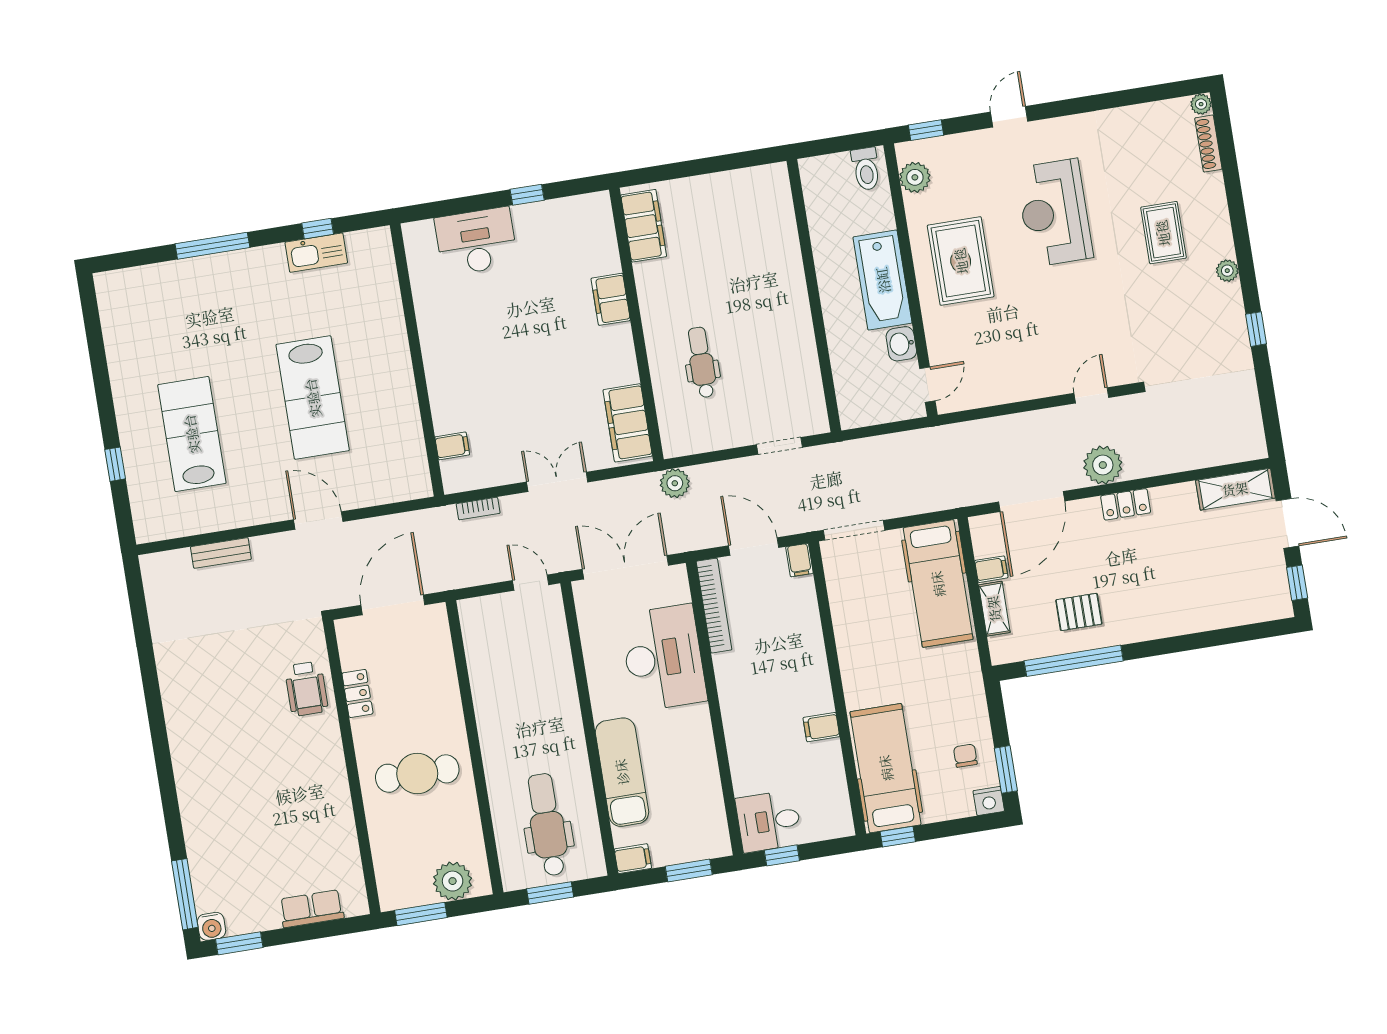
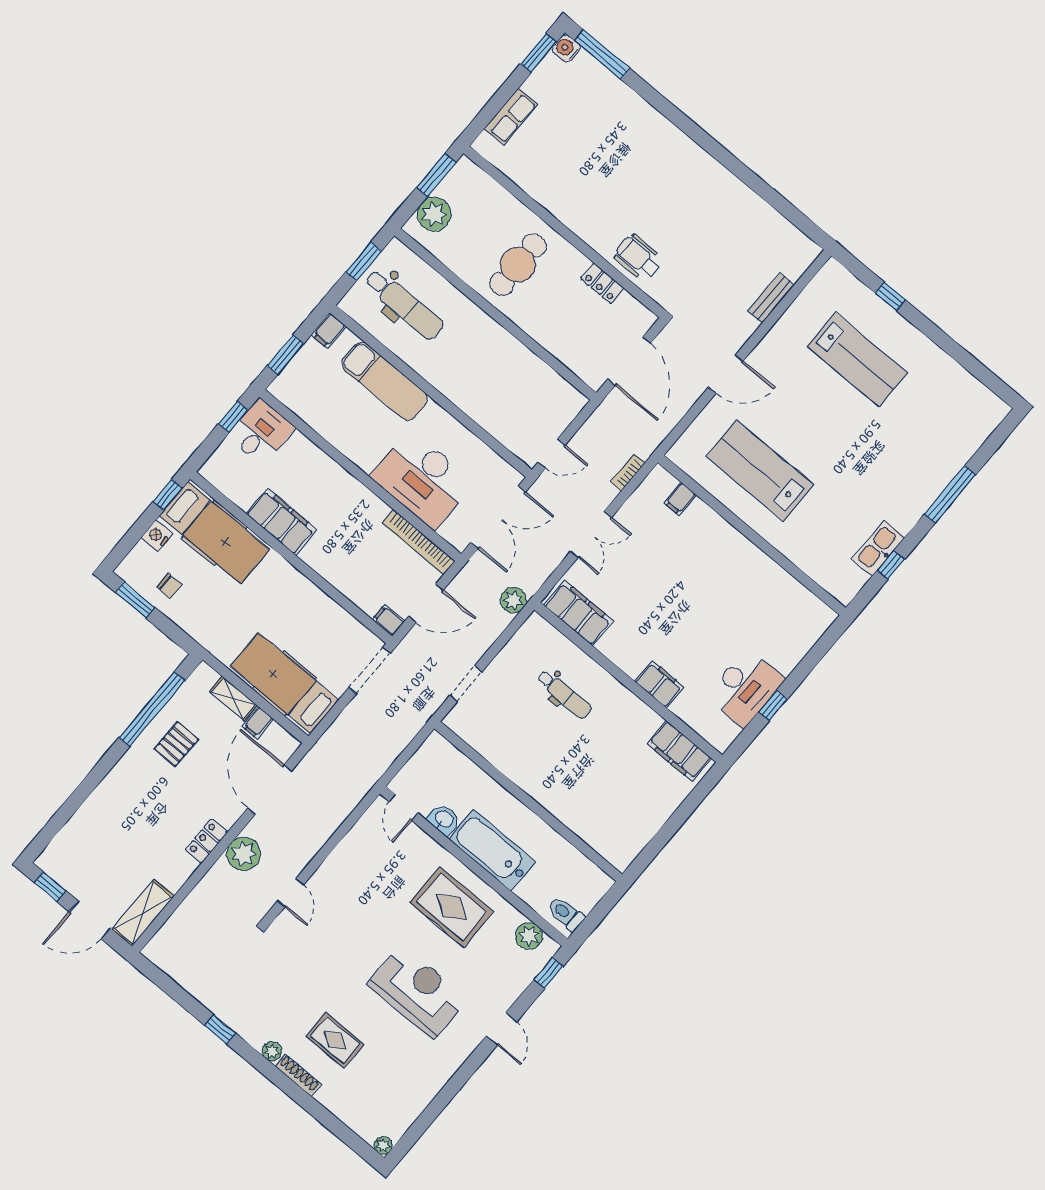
shoe rack: (1208, 144) -> (298, 1075), moved
desk: (476, 241) -> (745, 688), moved
lab bench: (313, 398) -> (760, 470), moved
filing cabinet: (821, 727) -> (281, 521), width x3.00, depth x1.17
nightstand: (989, 801) -> (157, 536), moved

